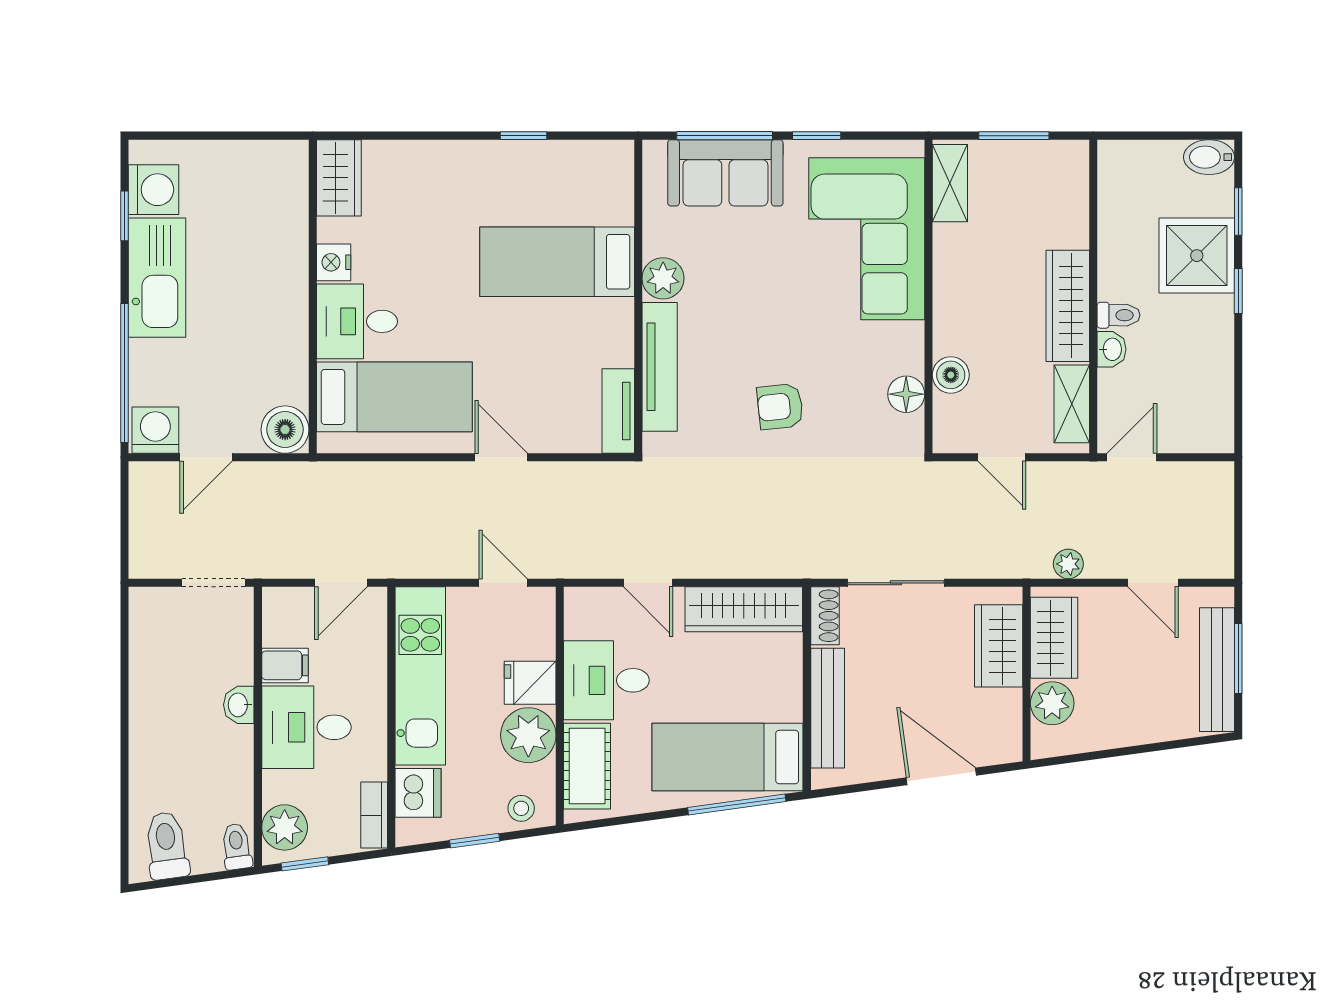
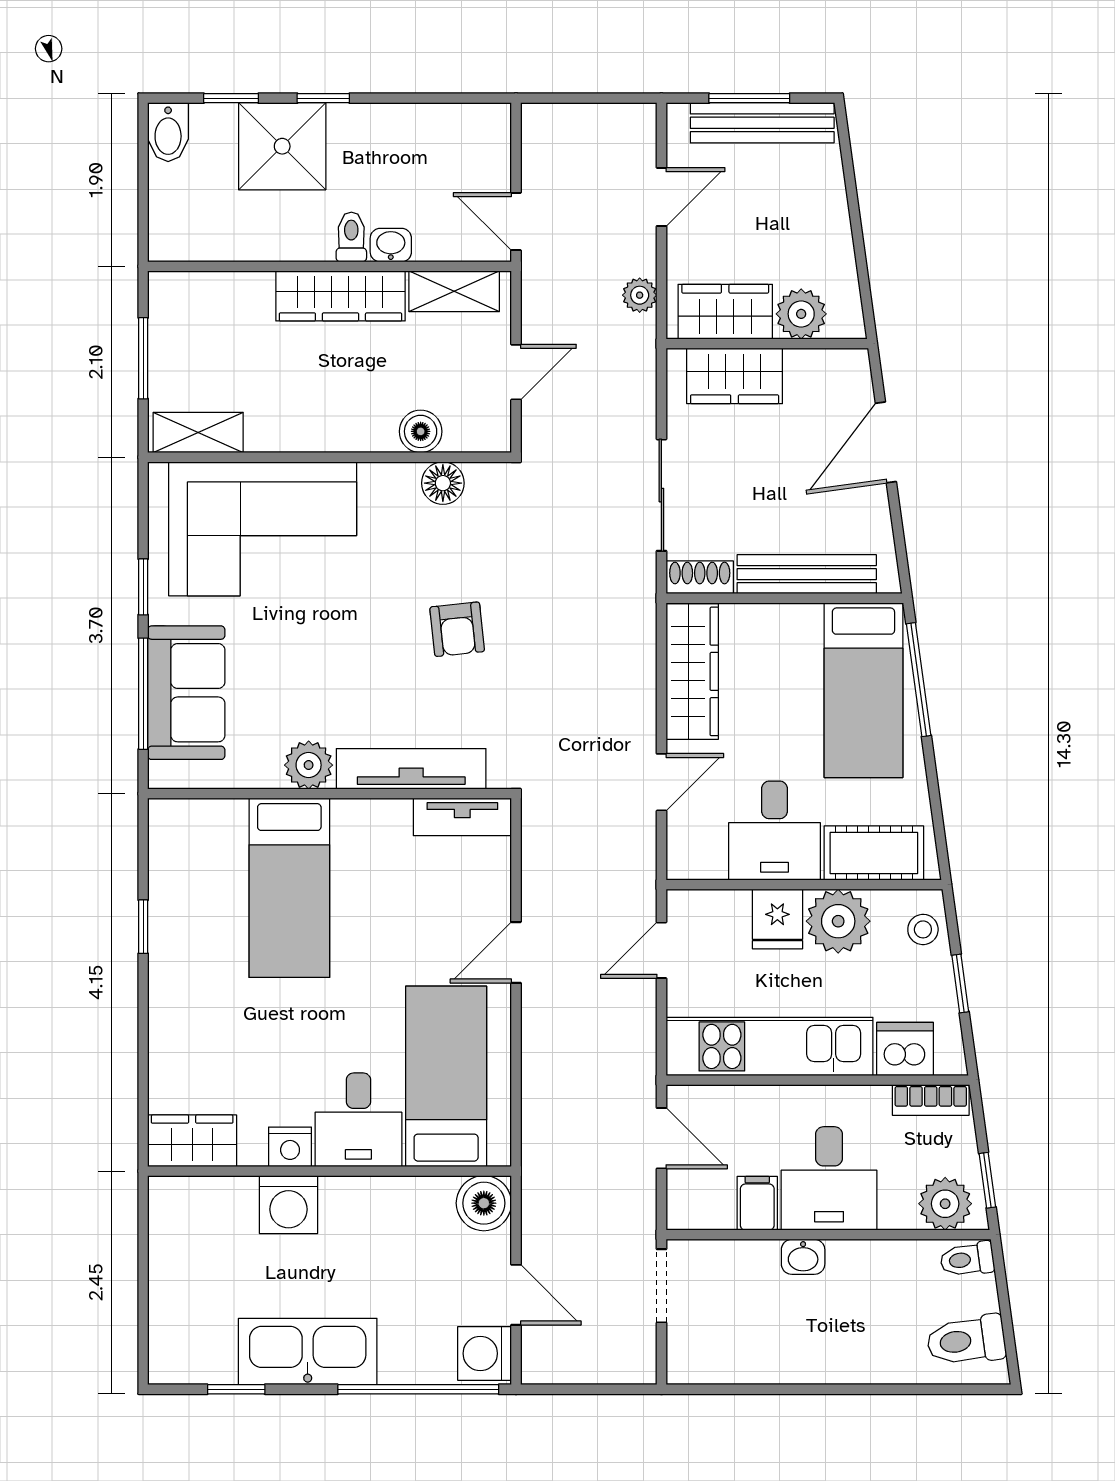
washing machine: (153, 190) -> (289, 1205), moved, turned 180

